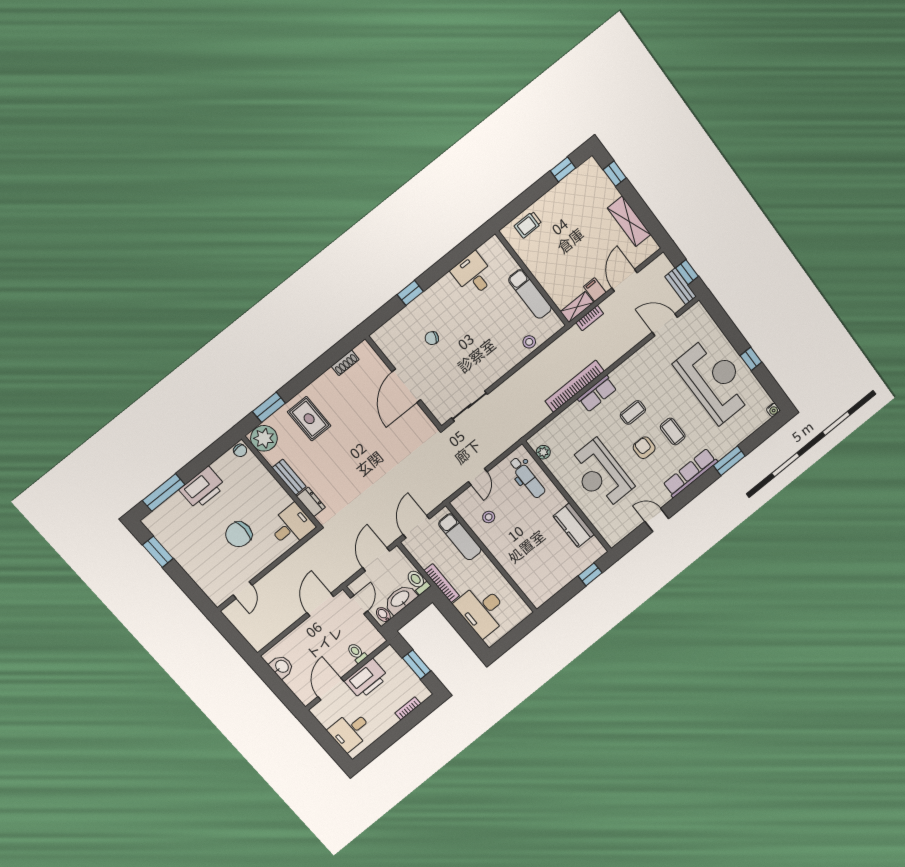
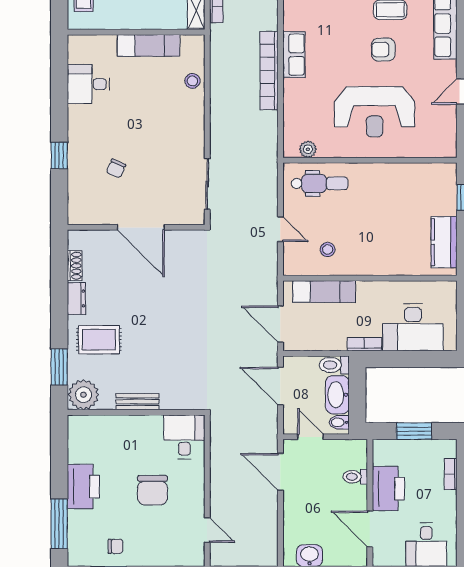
coffee table: (633, 412) -> (340, 34), removed
chair: (240, 450) -> (116, 546), moved
dresser: (311, 502) -> (76, 299), moved, turned 90
kitchen counter: (574, 525) -> (444, 242), moved, turned 90
bookcase: (442, 583) -> (364, 344), width x0.64

